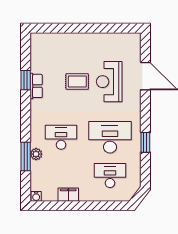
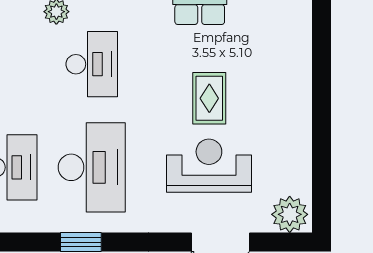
plant: (132, 43) -> (290, 214), added

